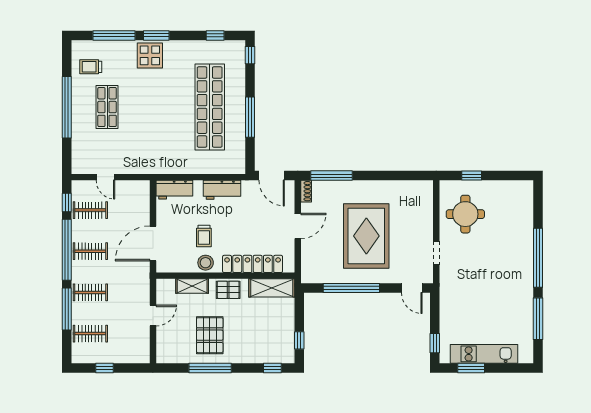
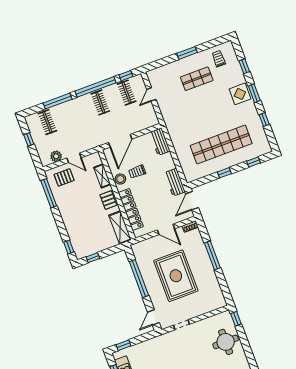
window: (114, 35) -> (244, 66), width x0.46
window: (215, 35) -> (264, 120), moved
window: (250, 55) -> (253, 162), moved
window: (67, 107) -> (187, 53), width x0.47
window: (250, 117) -> (224, 173), width x0.46
window: (331, 176) -> (212, 255), moved
window: (472, 176) -> (236, 319), moved
workbench: (222, 190) -> (175, 182), moved
round table: (465, 214) -> (226, 342), moved
rug: (366, 236) -> (176, 276), turned 90
door: (153, 243) -> (120, 141), swing flipped
clothes rail: (90, 292) -> (74, 112), removed
pallet: (210, 335) -> (64, 177), moved, width x0.67, depth x0.71
plant: (142, 339) -> (56, 156), added
window: (210, 368) -> (49, 193), moved

